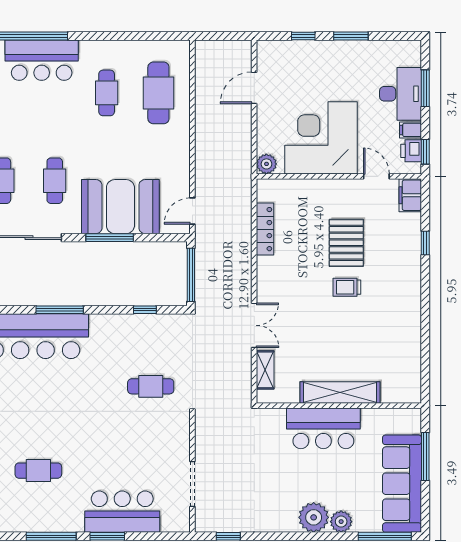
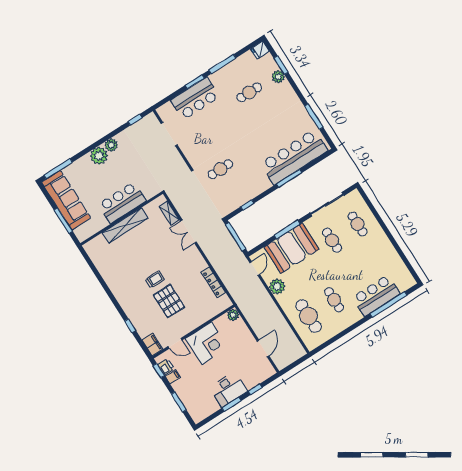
desk: (401, 94) -> (228, 389), moved, turned -90
corner desk: (321, 138) -> (207, 343), width x0.74, depth x0.74
plant: (177, 164) -> (277, 287), added
plant: (341, 522) -> (111, 145), moved

